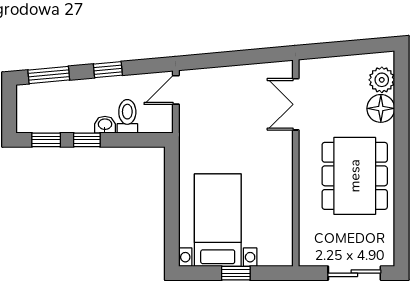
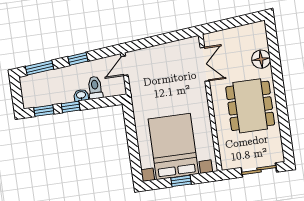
plant: (382, 80) -> (259, 40), removed
double door: (296, 104) -> (205, 64), swing flipped
bed with nightstands: (218, 220) -> (173, 146), width x1.36

